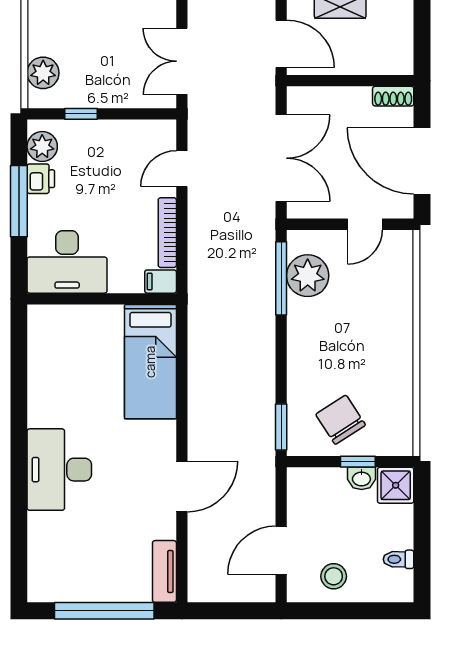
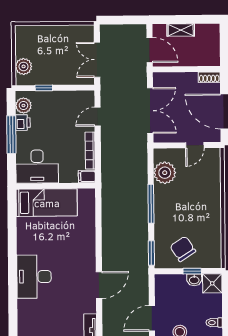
window: (281, 278) -> (151, 204), moved
bed: (150, 362) -> (47, 203), moved, turned -90

